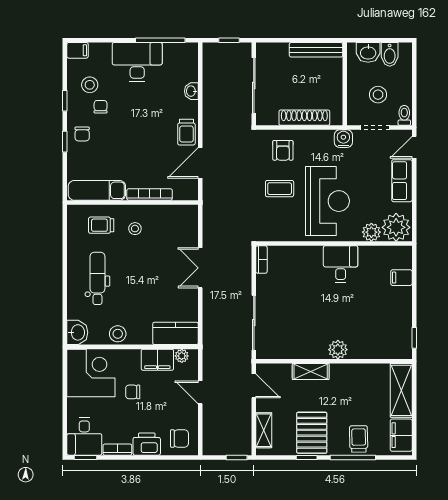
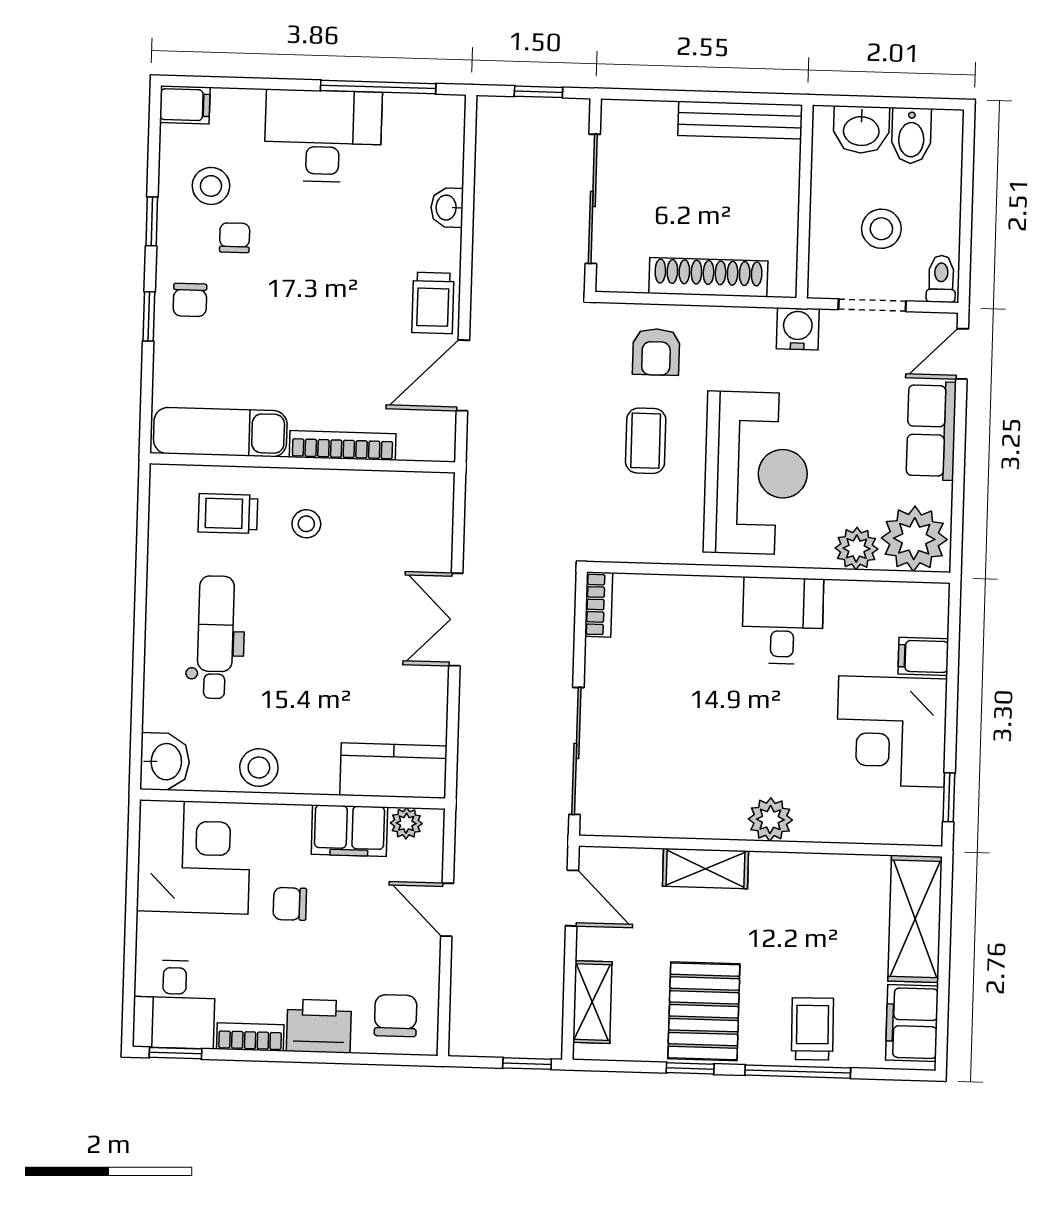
coffee table: (280, 189) -> (646, 441), turned 90
corner desk: (389, 310) -> (892, 732), added
chair: (180, 439) -> (396, 1016), turned -90

